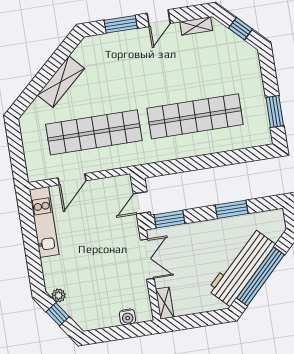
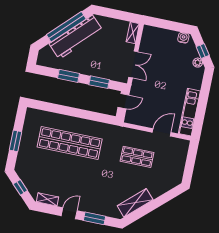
shelving: (61, 82) -> (135, 203), moved
window: (275, 112) -> (16, 141), moved
shop shelf: (94, 132) -> (137, 157), width x0.50, depth x0.74
window: (170, 219) -> (99, 82), moved
double door: (147, 259) -> (133, 64), swing flipped
water cooler: (127, 317) -> (183, 38), moved

